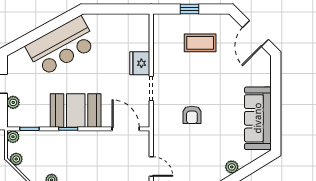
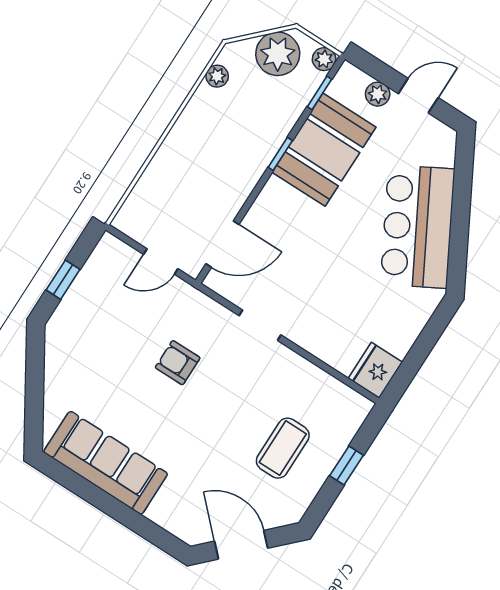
fridge: (140, 63) -> (375, 370), moved, turned -90
booth: (76, 110) -> (324, 150), moved
plant: (16, 159) -> (278, 54), width x1.88, depth x1.88
door: (151, 167) -> (161, 262), moved
plant: (232, 167) -> (56, 373), removed

